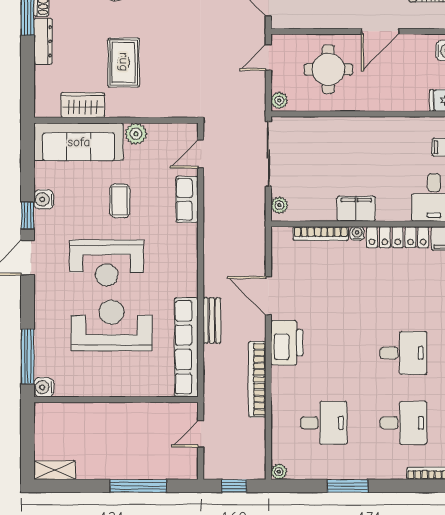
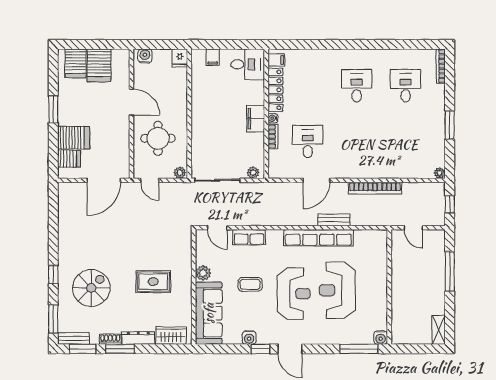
wardrobe: (83, 105) -> (171, 336), moved, turned 90
bookcase: (321, 234) -> (273, 137), width x0.64
printer: (287, 343) -> (349, 167), removed
row of seats: (186, 347) -> (318, 238), moved
desk: (324, 423) -> (308, 142), moved

